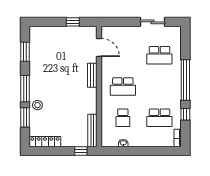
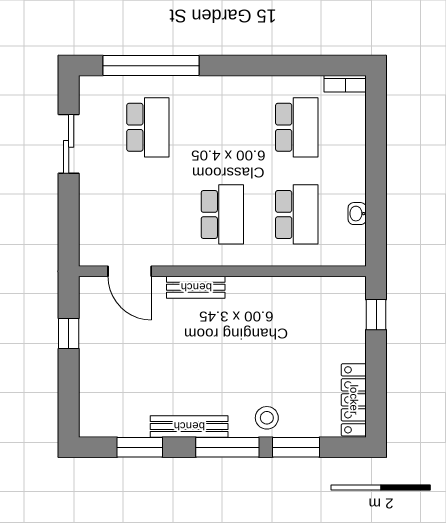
door: (99, 47) -> (130, 271), swing flipped
window: (185, 80) -> (151, 66), moved
window: (185, 114) -> (288, 66), removed
school desk: (123, 118) -> (297, 214), width x1.85
bench: (92, 131) -> (189, 426), moved

